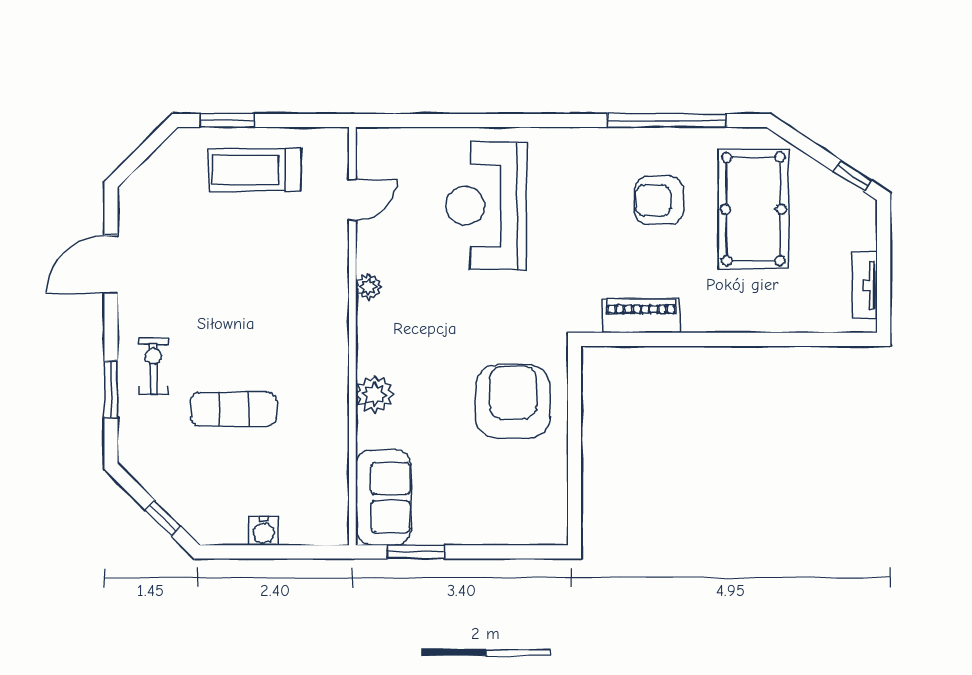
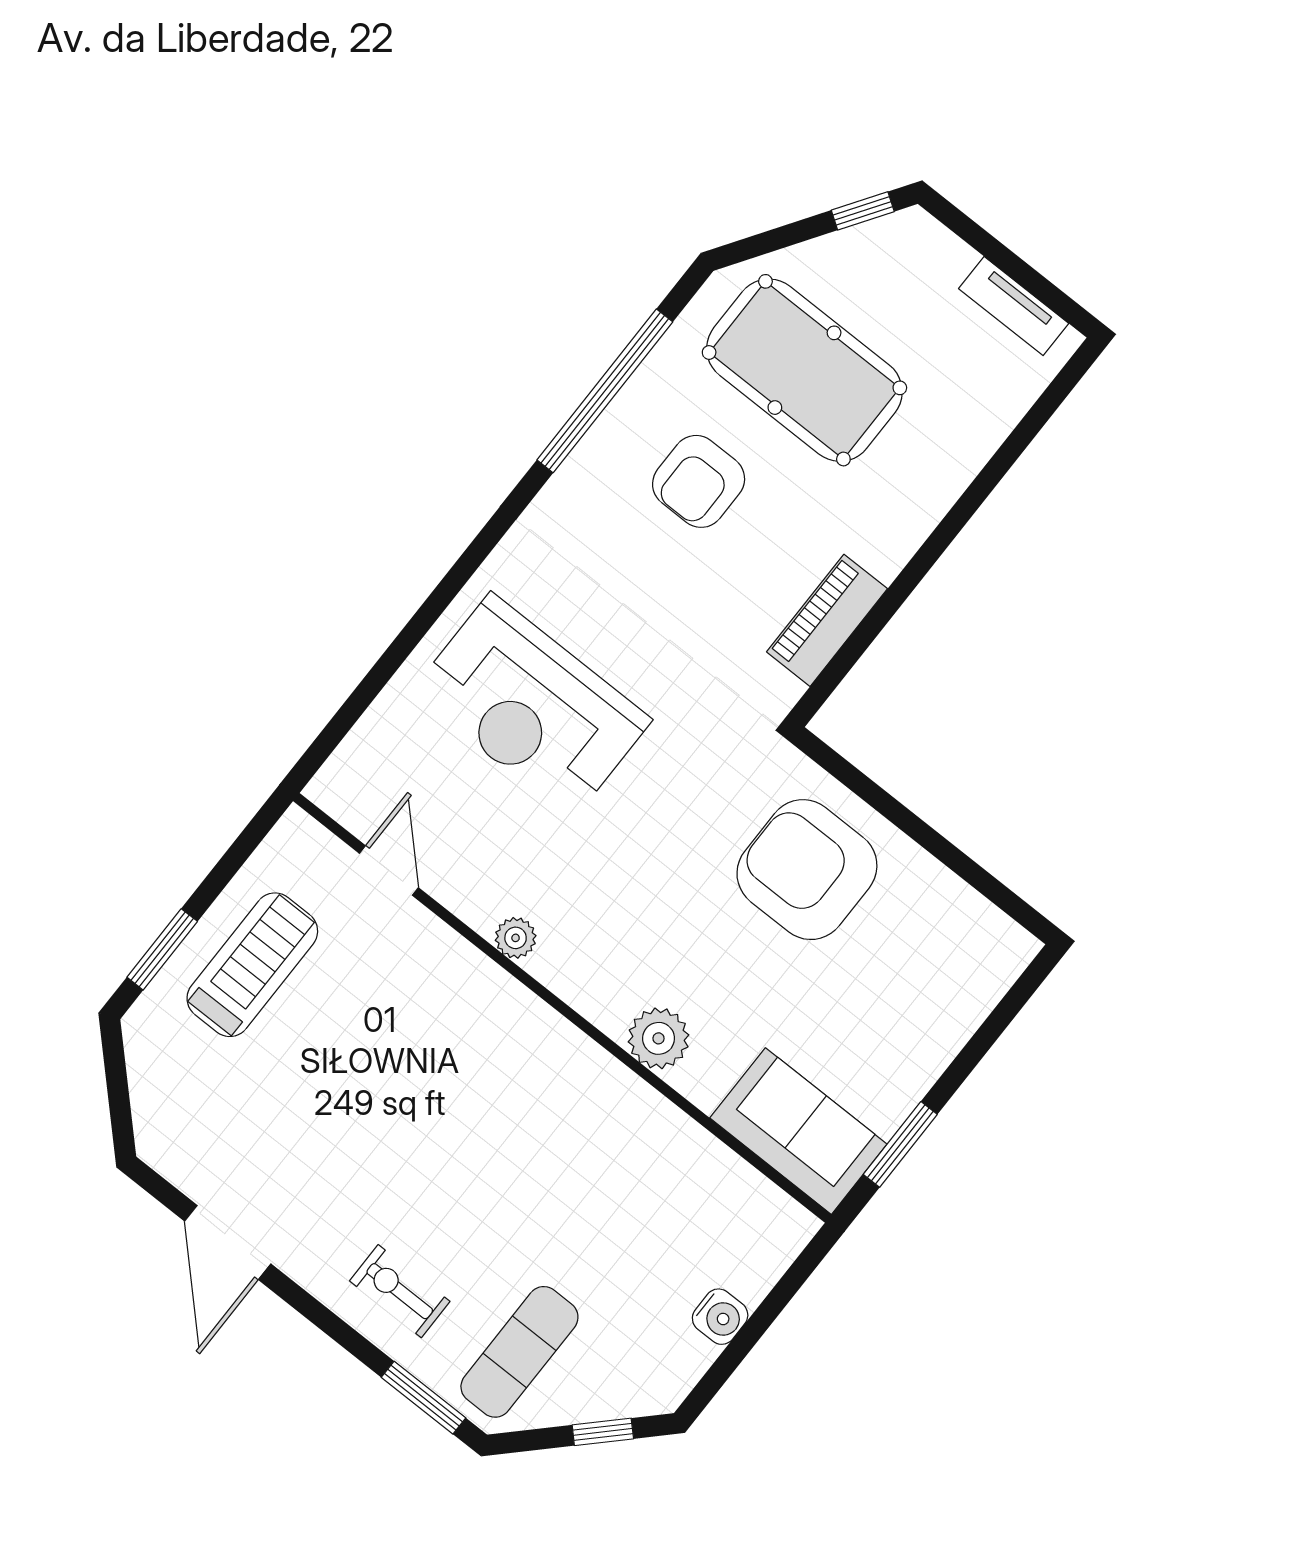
treadmill: (255, 170) -> (252, 965), turned 180
window: (111, 389) -> (424, 1398), moved
exercise mat: (234, 409) -> (519, 1352), moved

